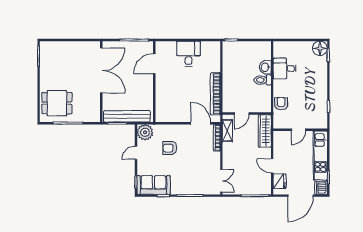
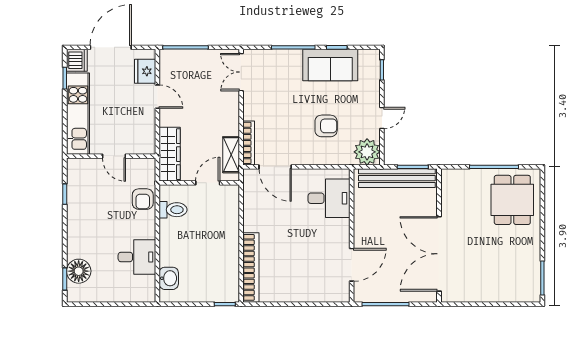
floor lamp: (320, 48) -> (79, 271), moved
desk: (188, 54) -> (329, 198), moved, turned -90
washbasin: (265, 67) -> (169, 278), moved
toilet: (263, 80) -> (173, 210), moved
bookcase: (215, 94) -> (251, 267), moved
dining table: (57, 103) -> (512, 200), turned 90
door: (298, 130) -> (114, 156), swing flipped
sofa: (154, 185) -> (330, 65), moved

